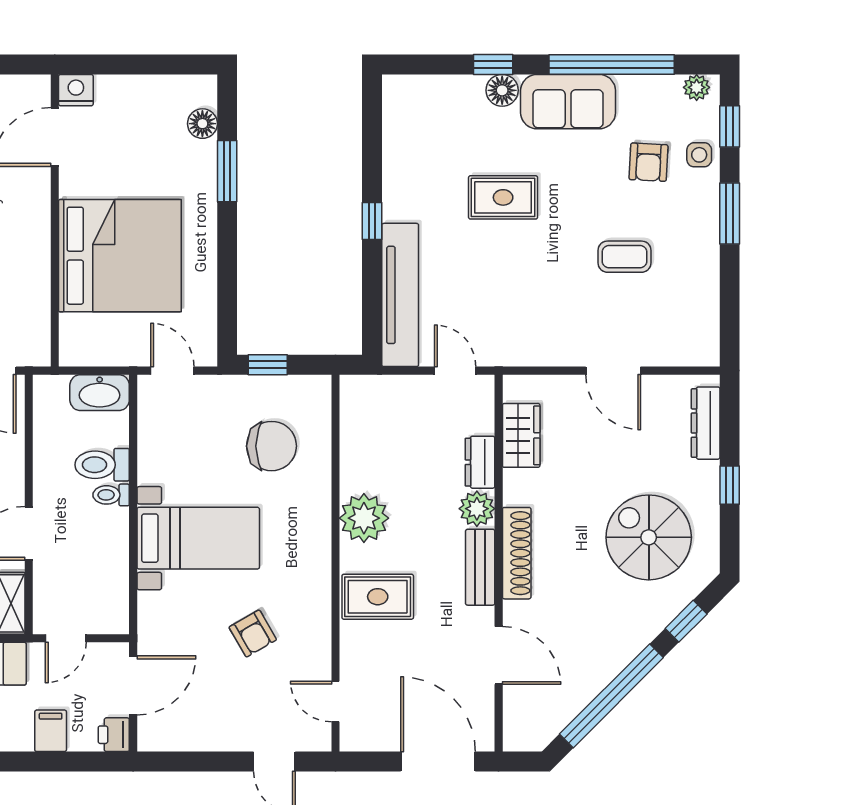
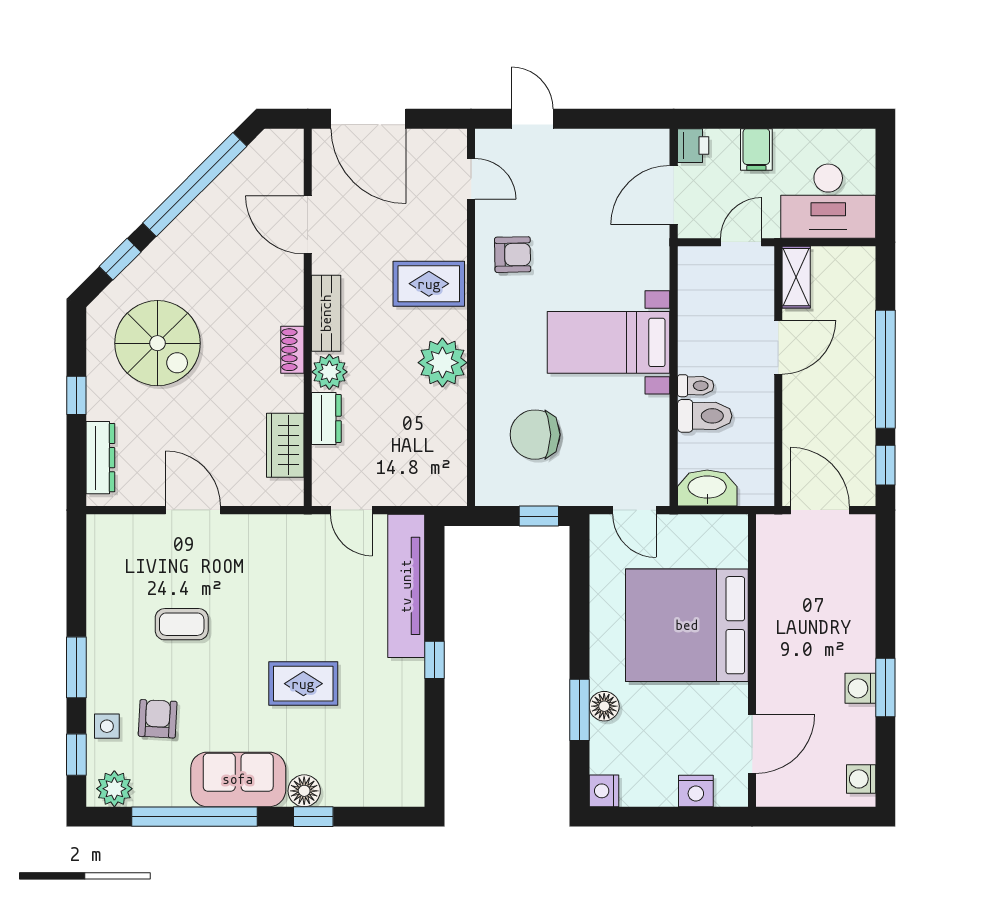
plant: (697, 87) -> (114, 789), width x1.38, depth x1.38
nightstand: (76, 90) -> (696, 791), moved
nightstand: (203, 90) -> (604, 791), added
floor lamp: (202, 124) -> (604, 706), moved
shoe rack: (517, 553) -> (292, 350), width x0.51, depth x0.81
armchair: (253, 633) -> (513, 255), moved, turned 119

